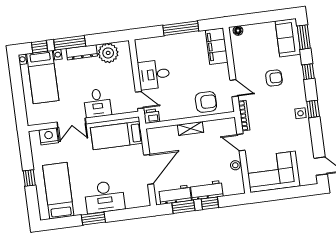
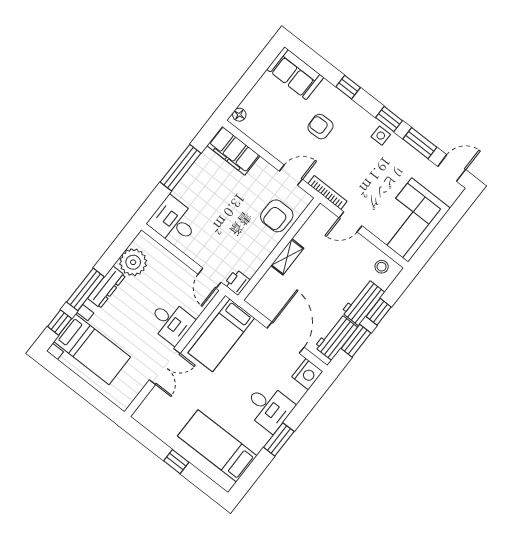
window: (304, 37) -> (420, 143), moved
desk: (154, 74) -> (174, 221), moved, turned 90
armchair: (274, 78) -> (320, 127), turned -91
door: (140, 100) -> (209, 278), swing flipped
armchair: (206, 102) -> (277, 216), turned 180
nightstand: (49, 136) -> (307, 374), moved, turned 180
stool: (235, 165) -> (382, 267), moved
desk: (105, 197) -> (269, 407), width x0.73

